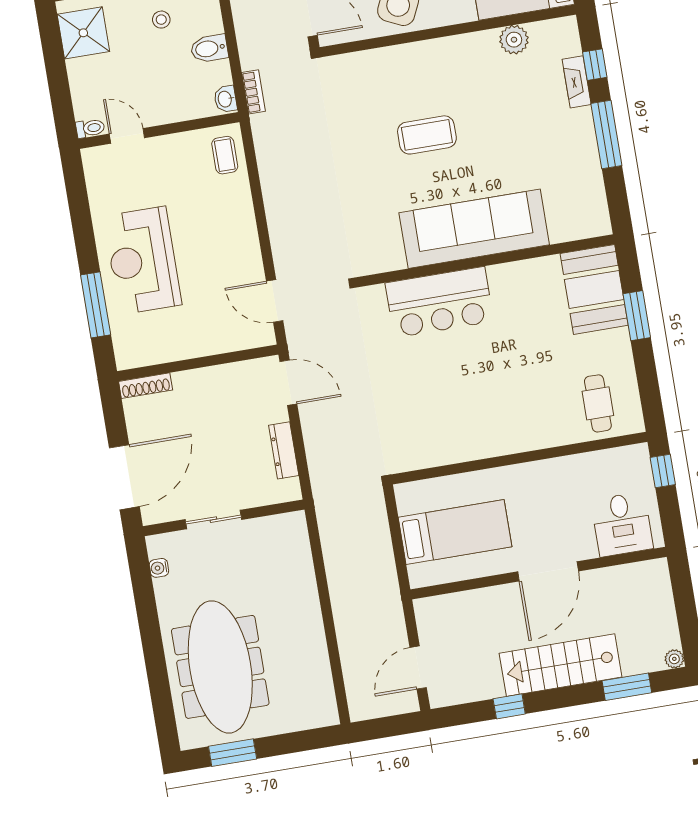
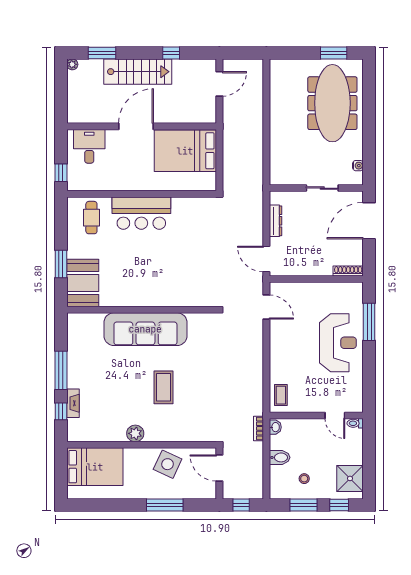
plant: (514, 40) -> (135, 433), moved
coffee table: (427, 135) -> (163, 387), turned 90
bar counter: (439, 302) -> (141, 213), moved, turned 180
bed: (455, 532) -> (185, 151), width x1.50

